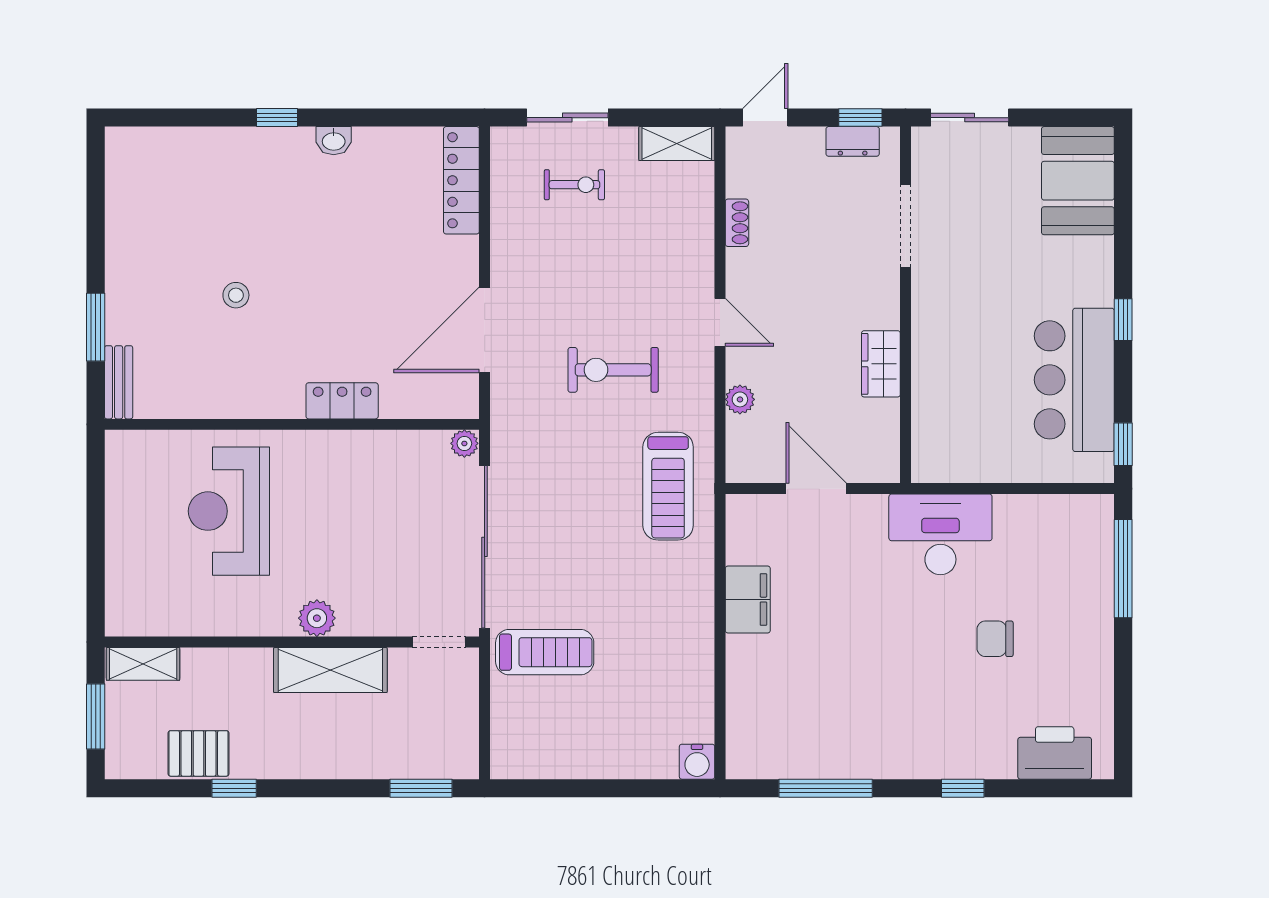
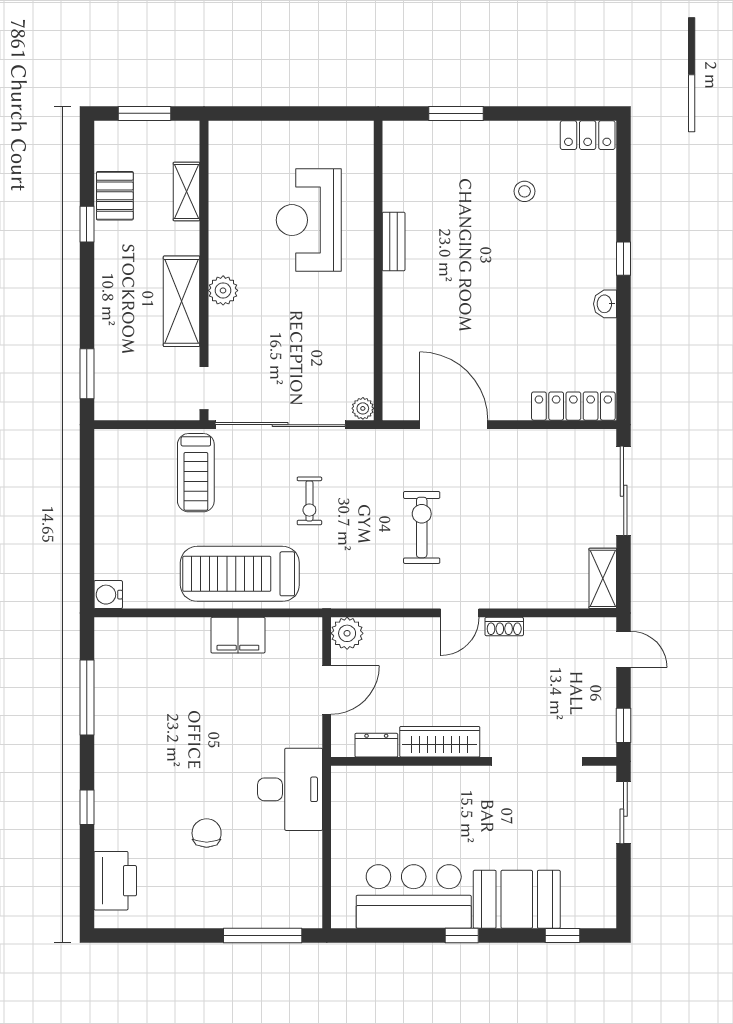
sliding door: (567, 118) -> (624, 491), width x1.37
dresser: (853, 141) -> (376, 745), moved, turned 90
booth: (1078, 181) -> (517, 899), moved
exercise bike: (574, 185) -> (309, 501), moved
shoe rack: (737, 223) -> (504, 627), moved
doorway: (906, 226) -> (537, 761), width x1.36
stool: (236, 295) -> (524, 191), moved
wardrobe: (881, 364) -> (440, 742), width x1.50
bench: (119, 382) -> (394, 242), moved, turned 90
plant: (740, 399) -> (347, 633), moved, width x1.38, depth x1.38
locker: (342, 401) -> (588, 135), moved, turned 90
window: (1123, 444) -> (563, 936), moved
treadmill: (668, 486) -> (240, 574), moved, width x1.37, depth x1.38
reception desk: (229, 511) -> (309, 220), turned -90
shelving: (143, 664) -> (187, 191), moved

